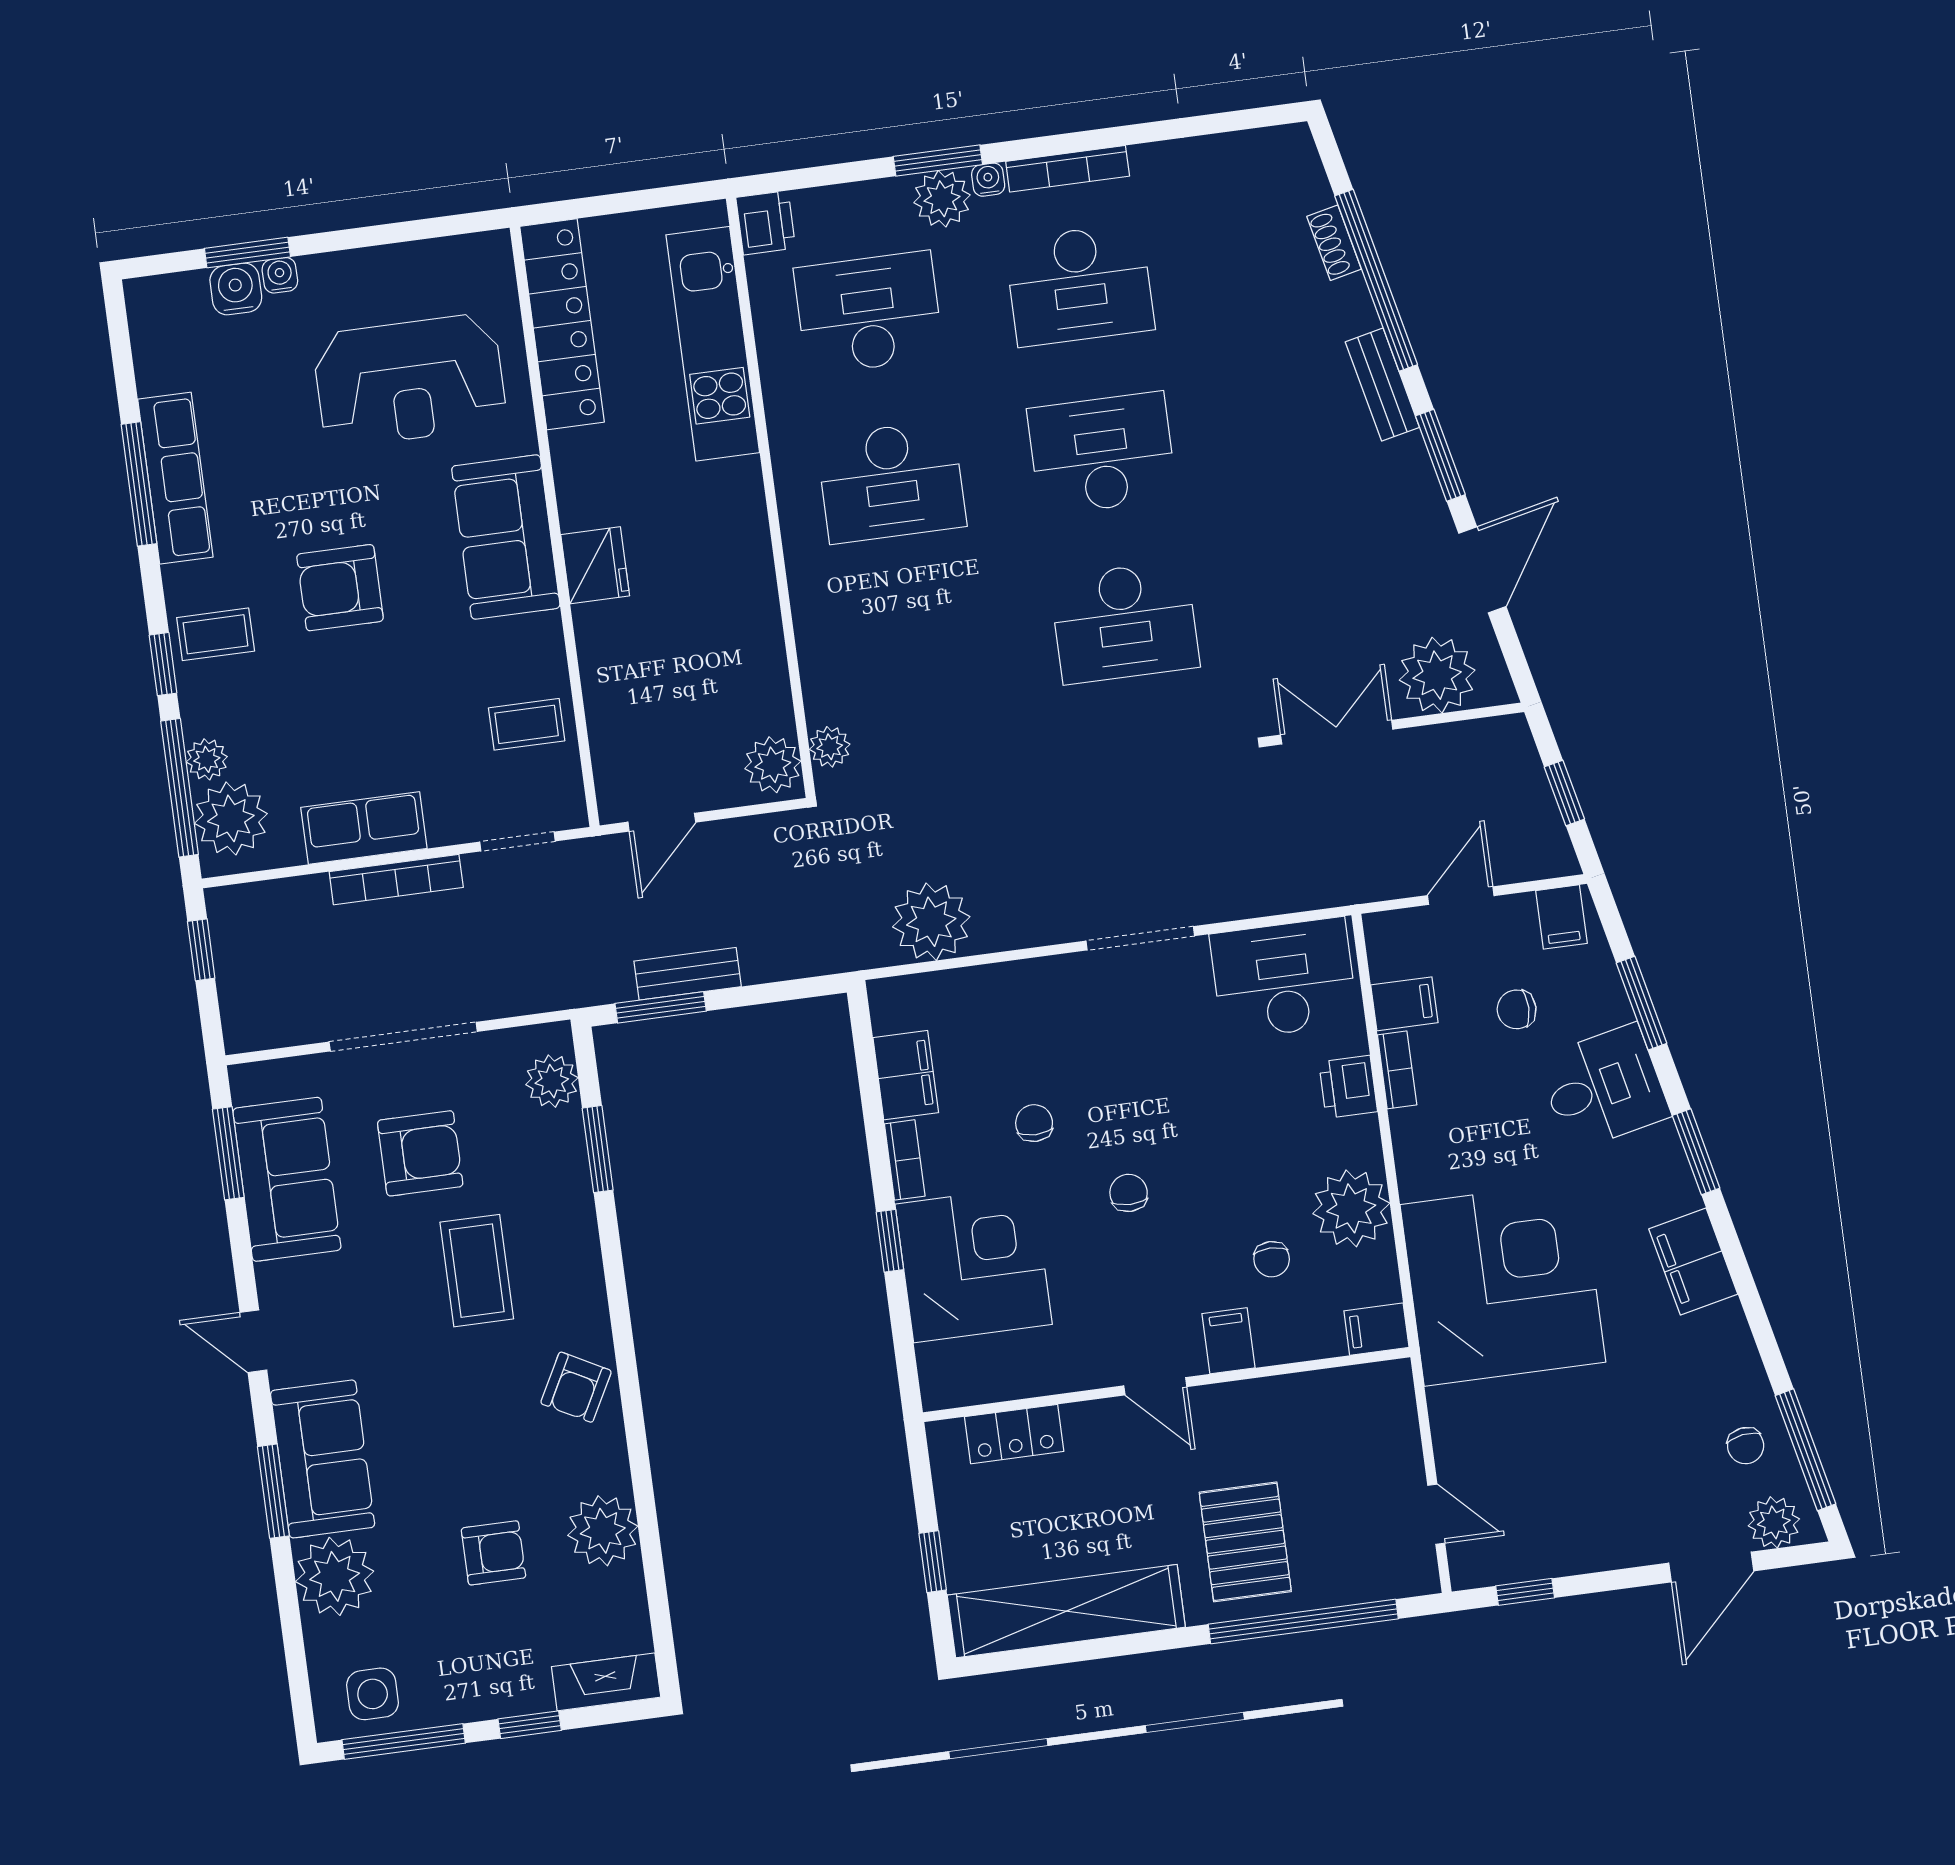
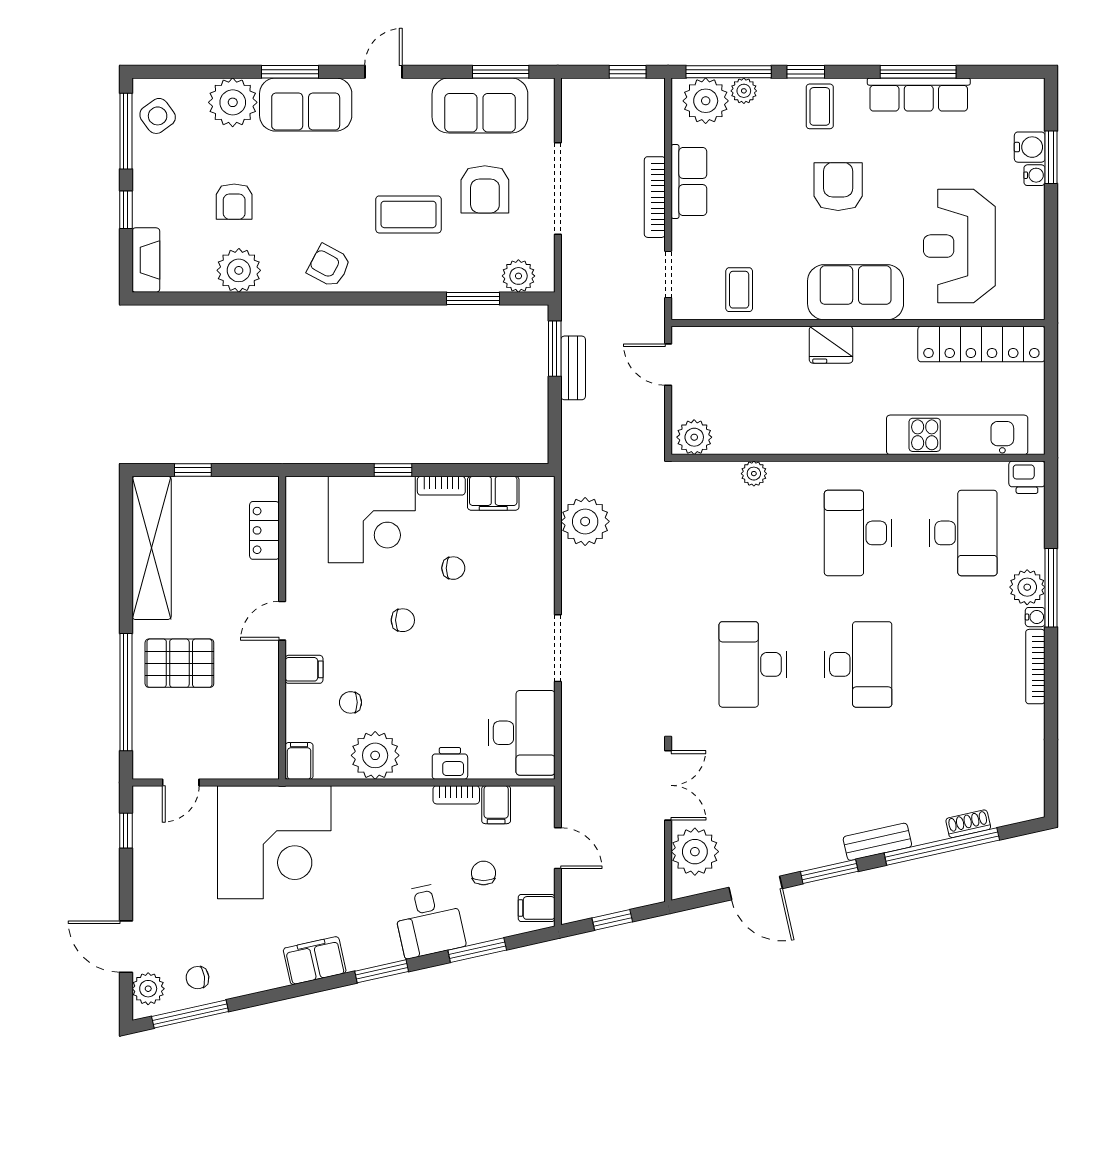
window: (938, 160) -> (1051, 588), width x1.44
desk: (1080, 285) -> (963, 664), removed
plant: (830, 747) -> (754, 474), moved
corner desk: (1503, 1283) -> (274, 842), moved
side table: (373, 1694) -> (158, 116), turned -36

